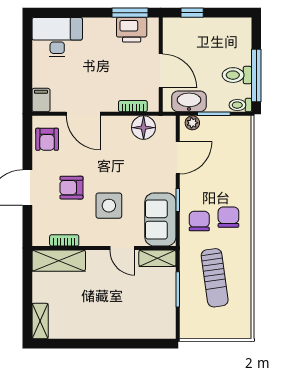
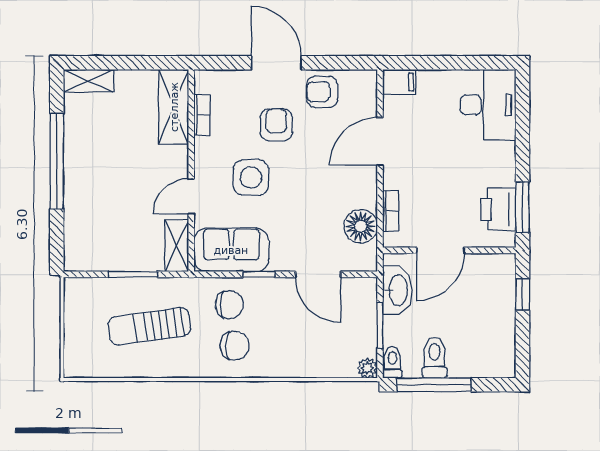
plant: (192, 123) -> (367, 368), moved
armchair: (47, 139) -> (322, 92), moved
window: (97, 344) -> (57, 161), added

